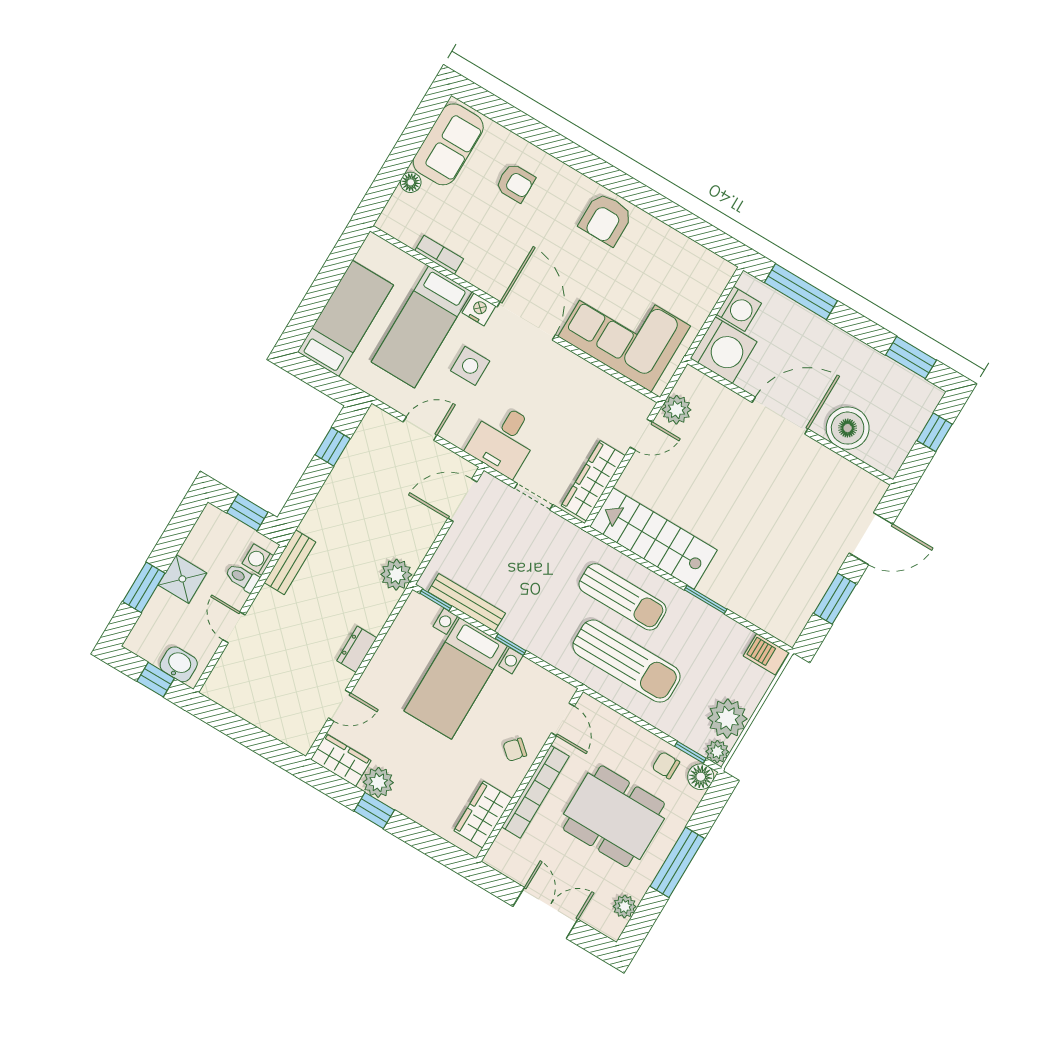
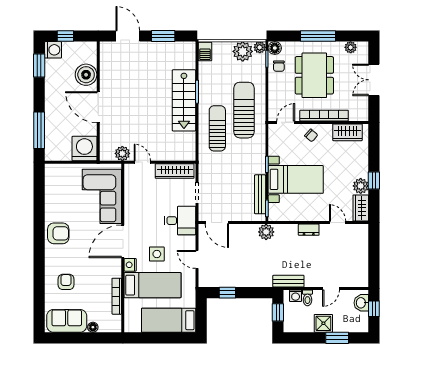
bookcase: (439, 255) -> (117, 296), width x1.56
washing machine: (739, 309) -> (53, 50), moved, turned 90
stairs: (653, 538) -> (184, 100), moved

